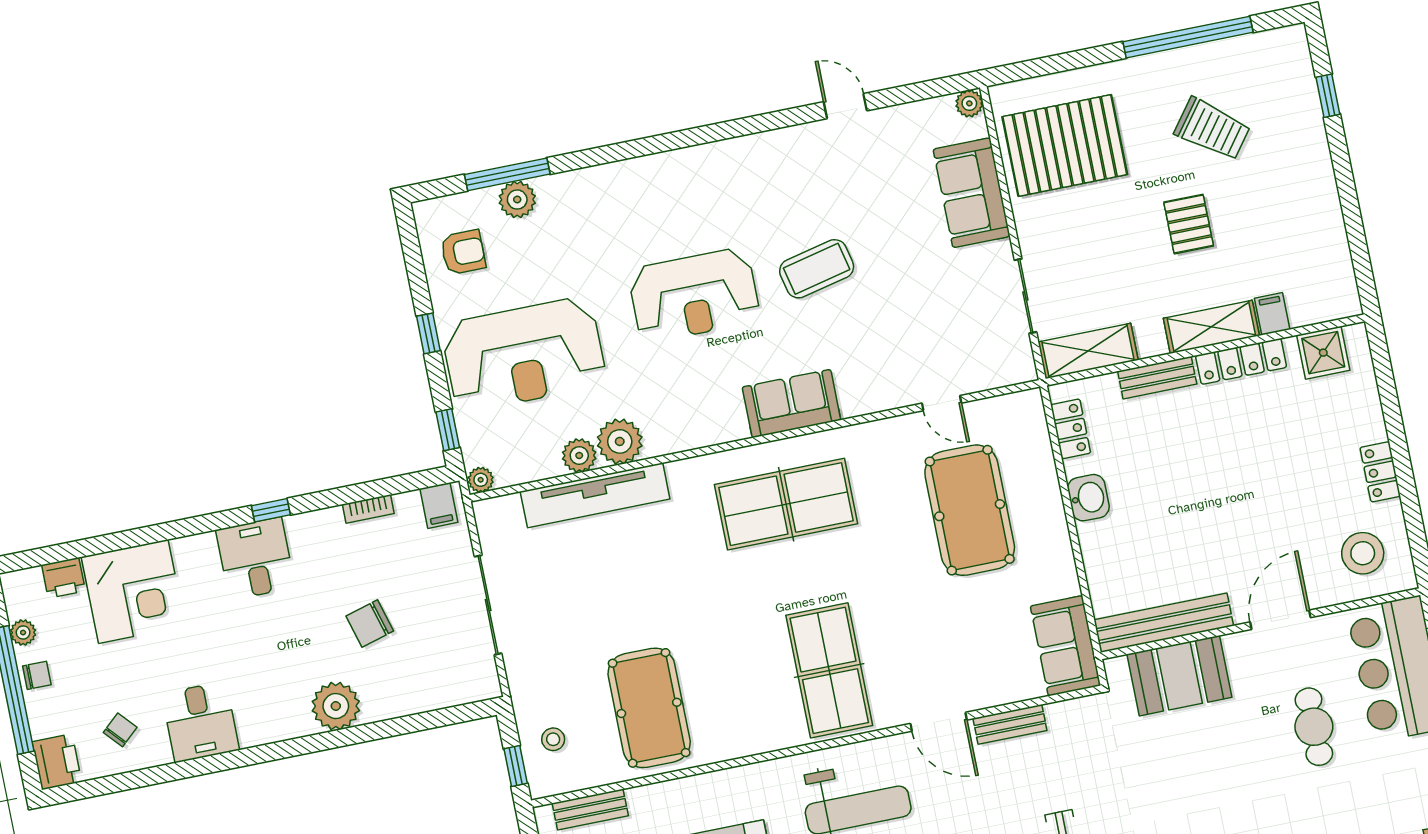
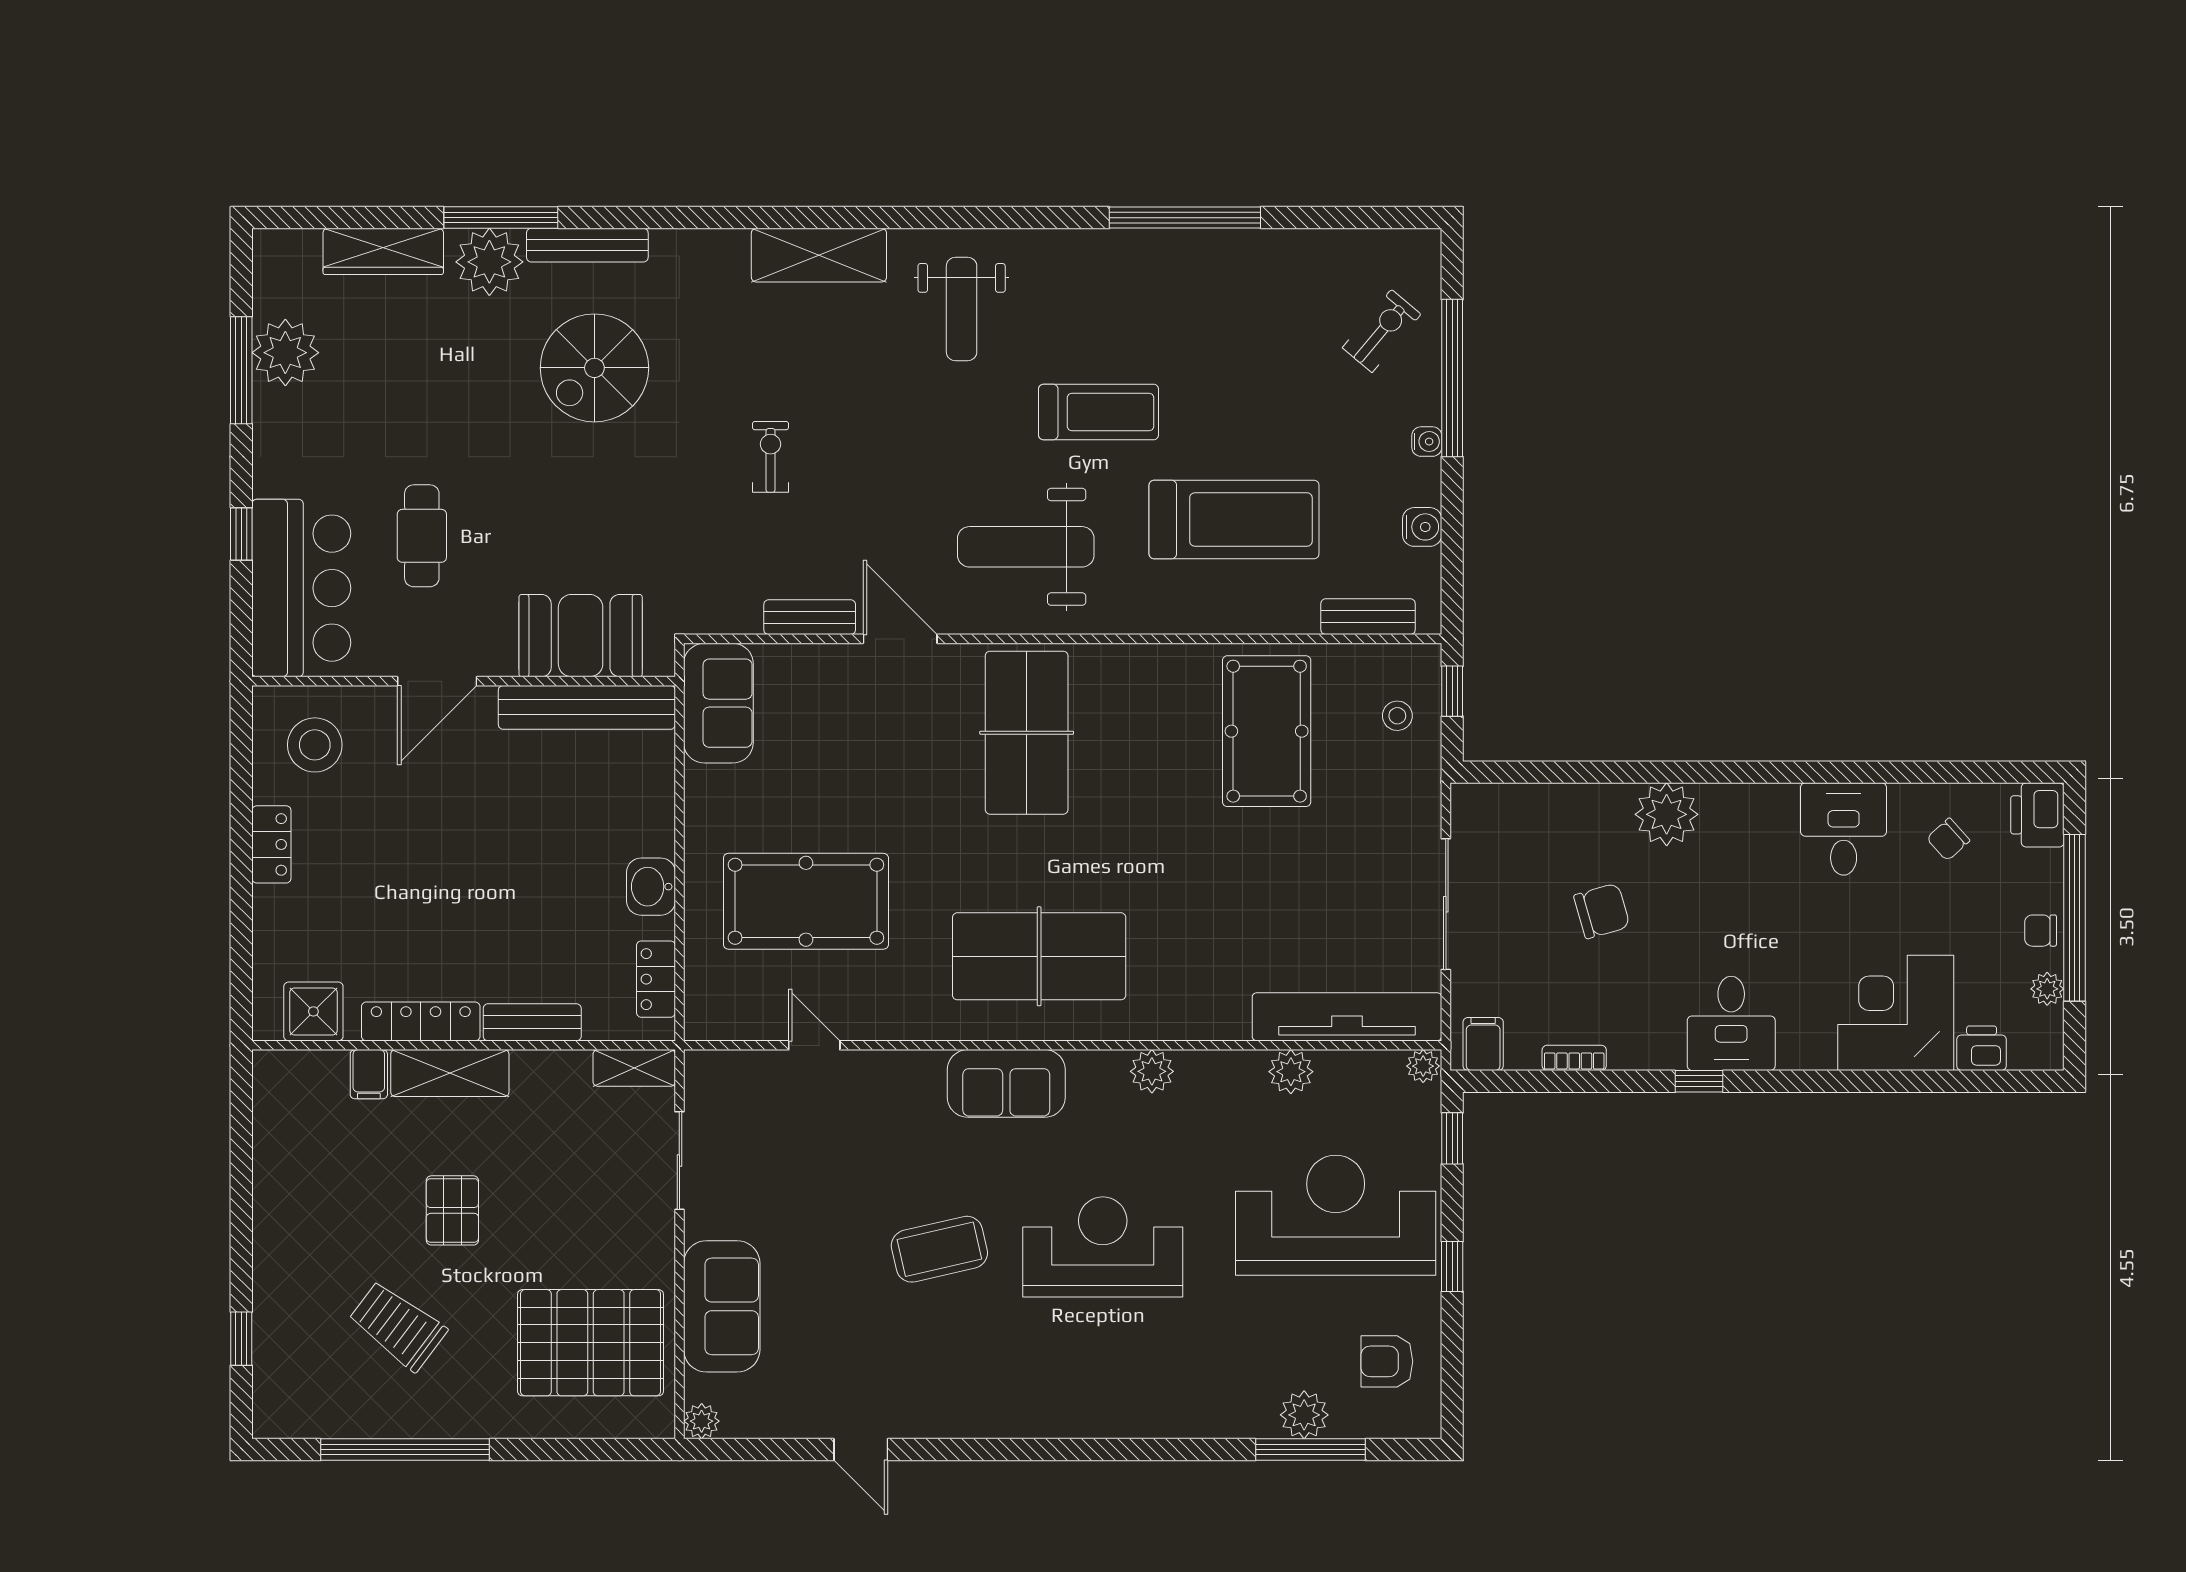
shelving: (1088, 351) -> (634, 1068), width x0.67, depth x0.75
plant: (620, 441) -> (1152, 1071), moved, width x0.73, depth x0.73
tv unit: (595, 495) -> (1347, 1017), moved
pool table: (970, 510) -> (806, 901), turned 90

